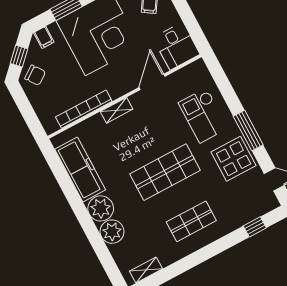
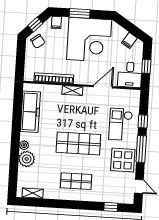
window: (191, 23) -> (146, 66), added
window: (229, 95) -> (143, 121), added
plant: (101, 208) -> (24, 145), width x0.53, depth x0.53

